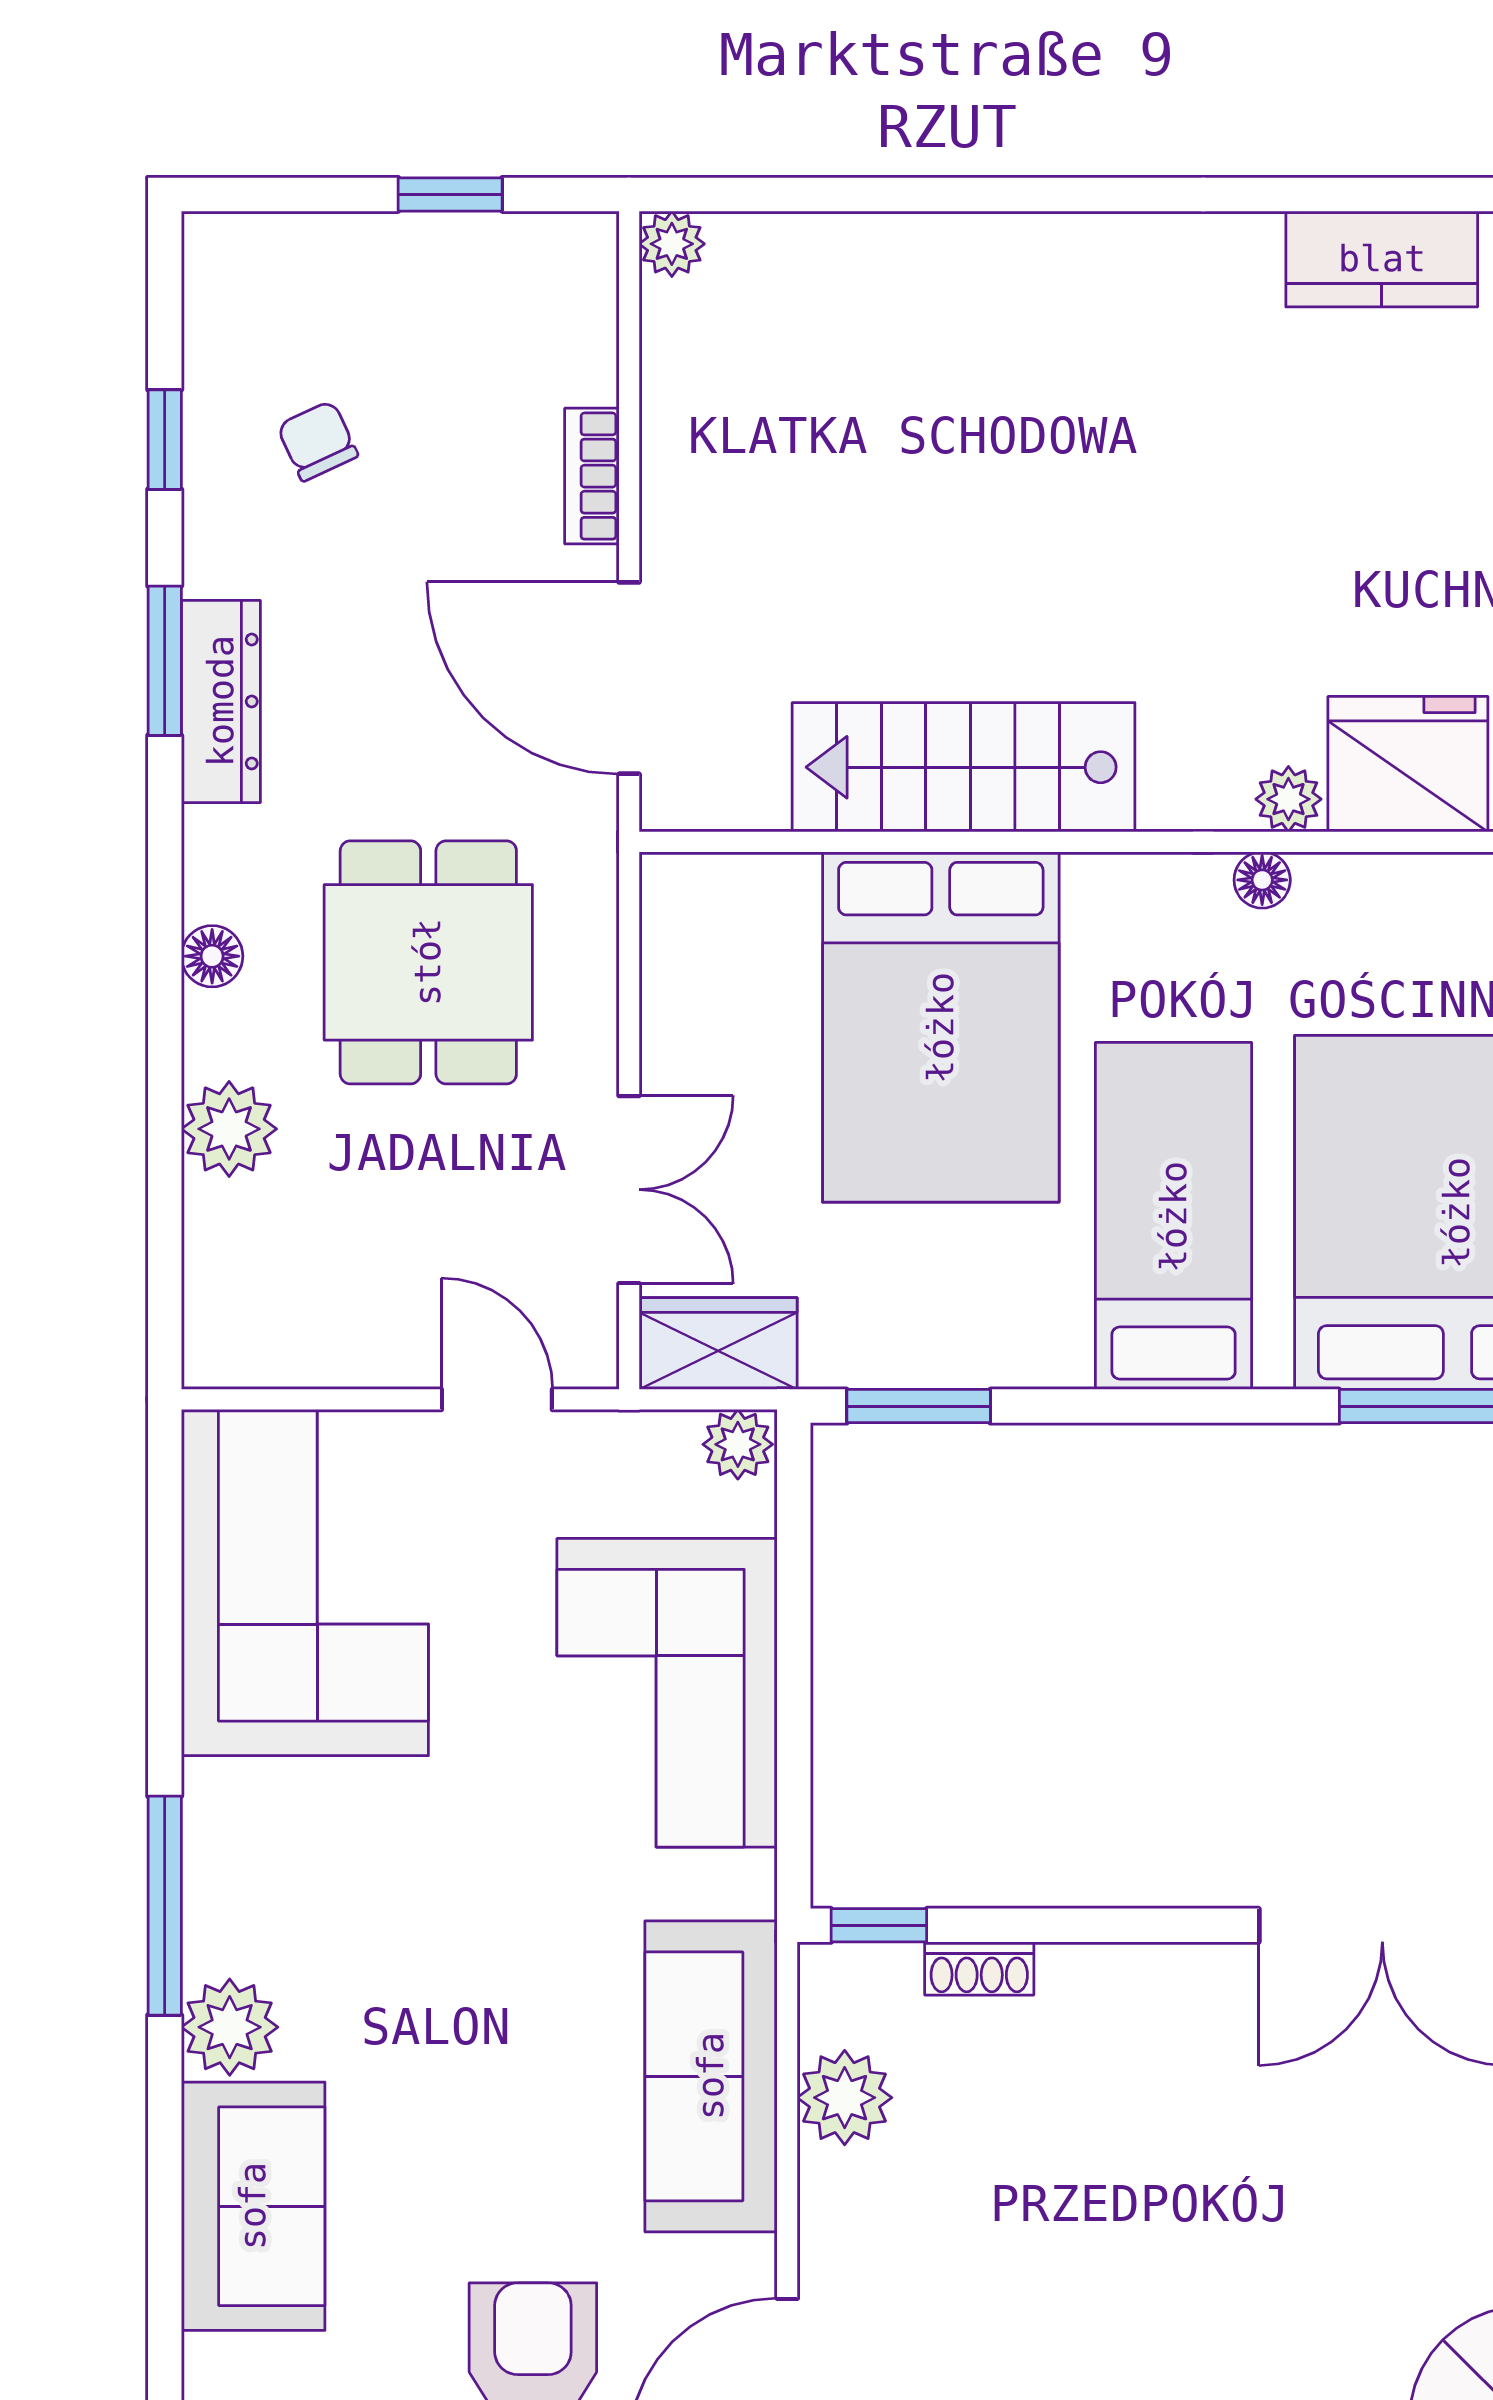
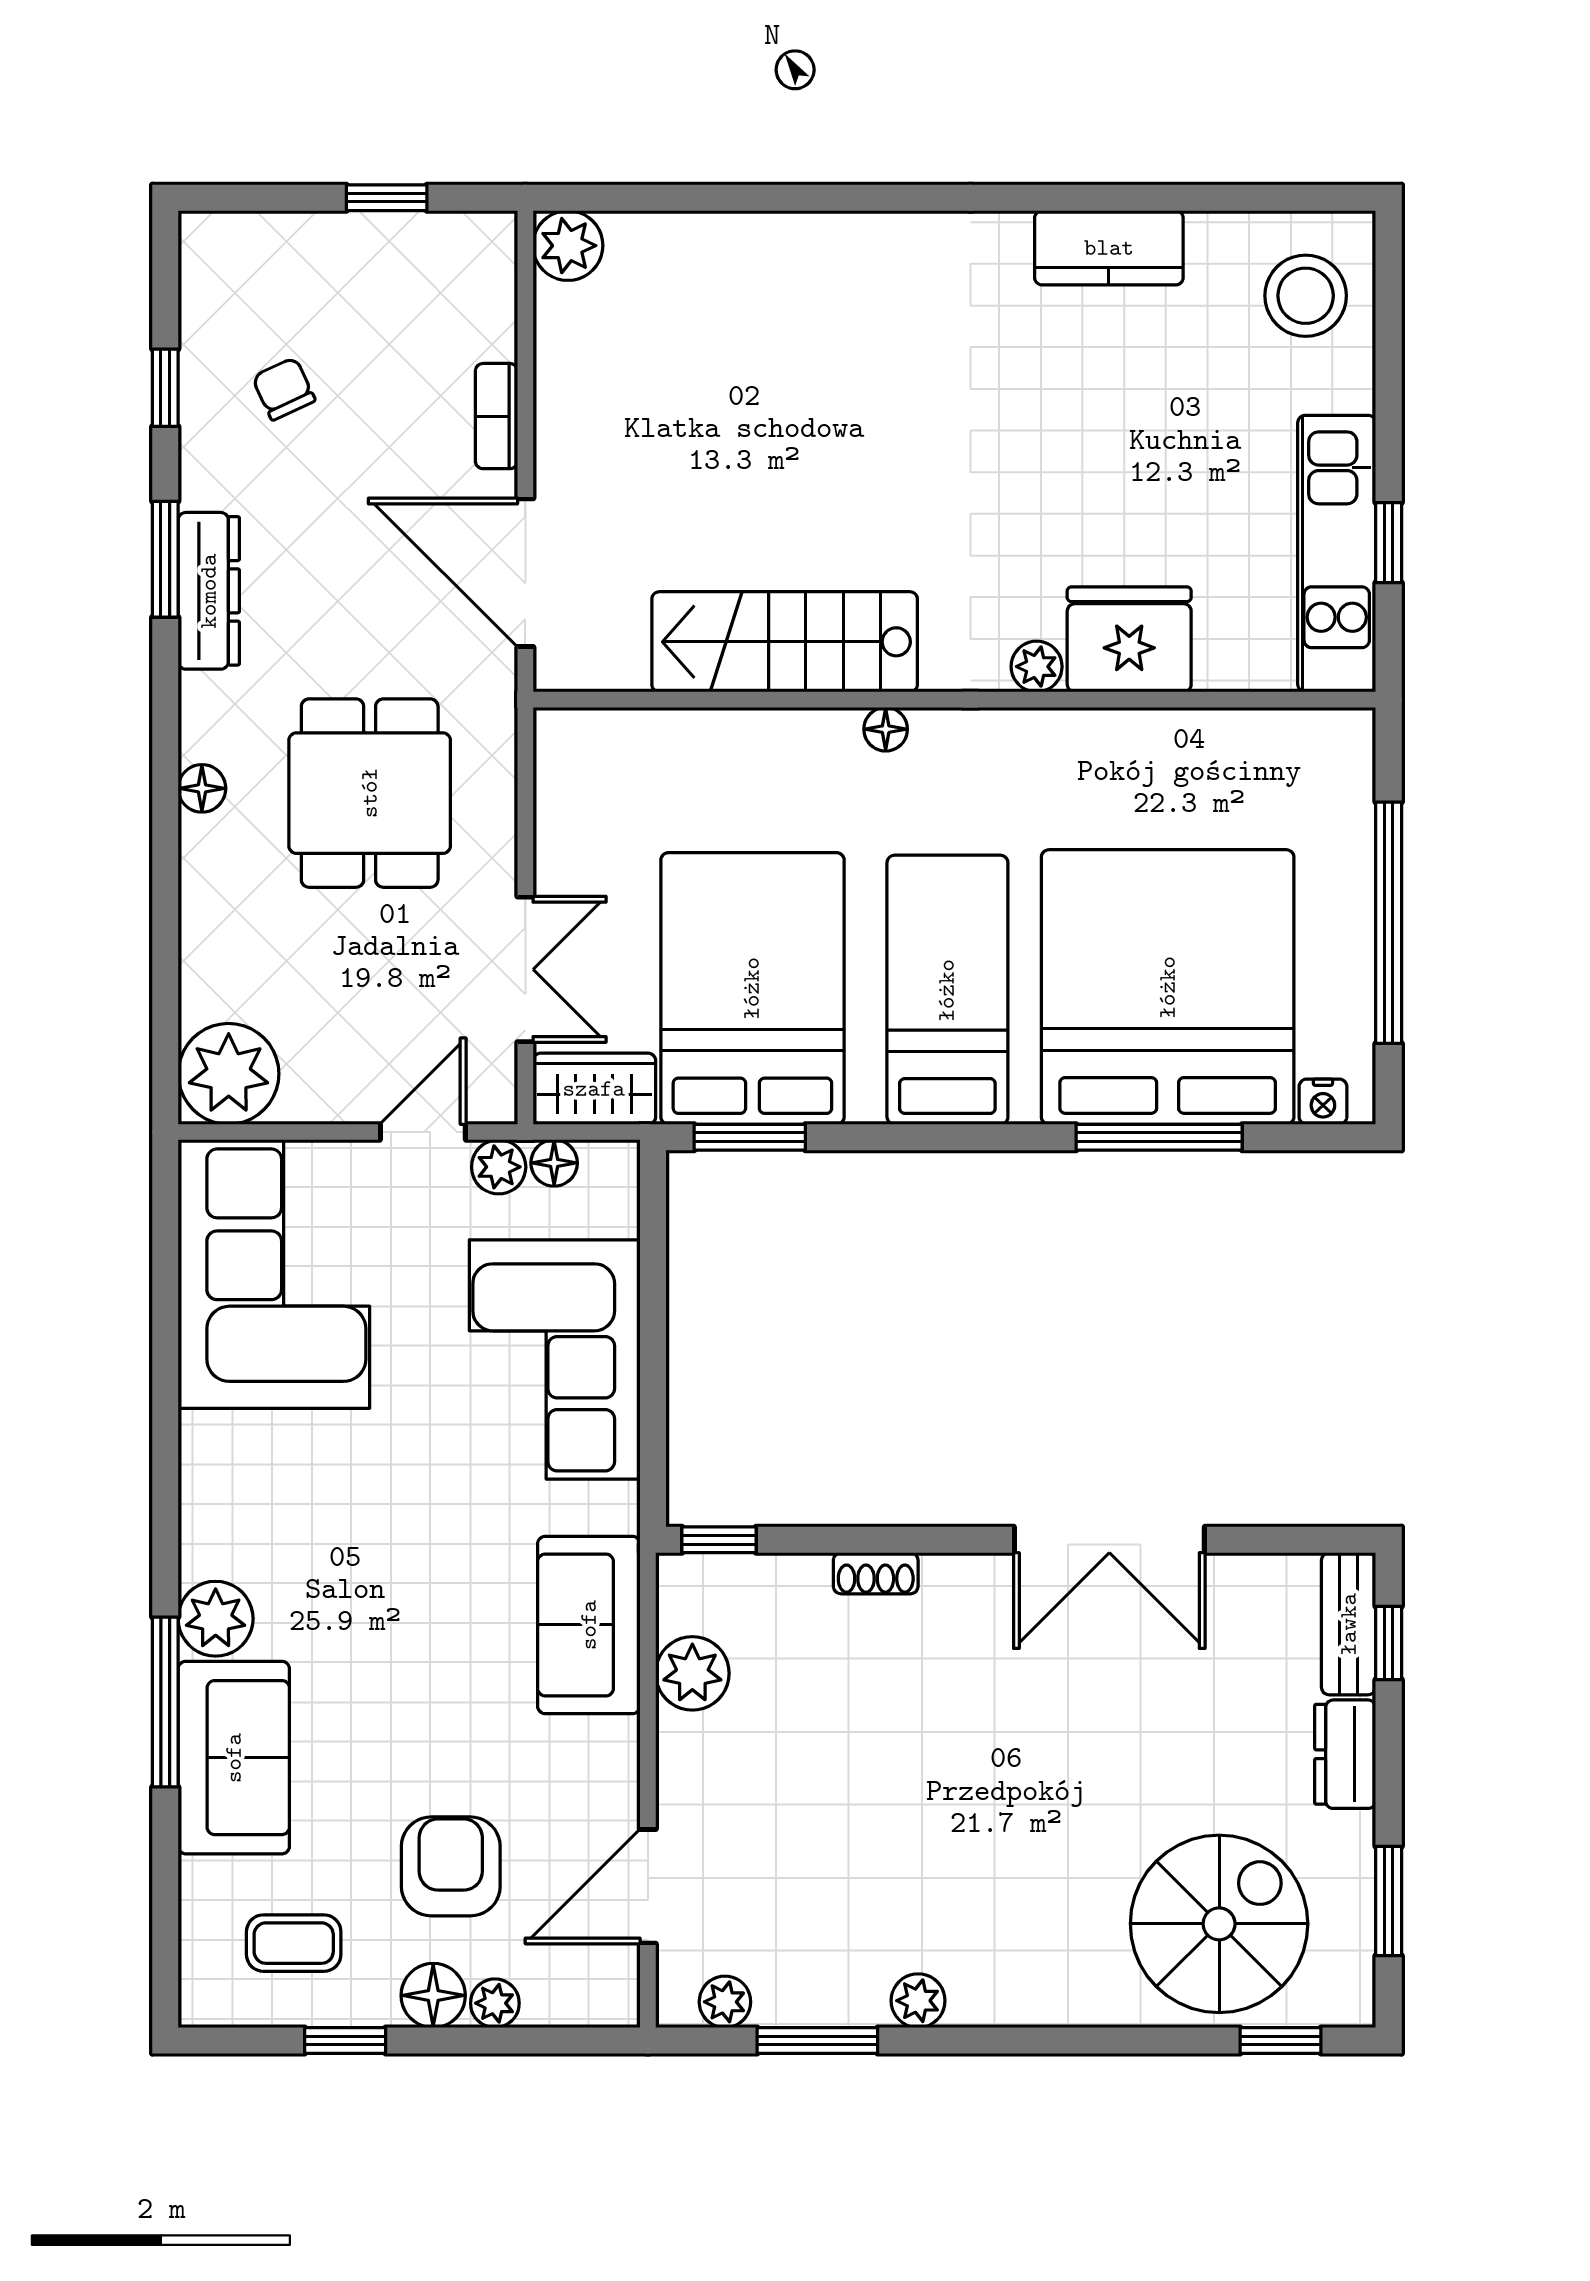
plant: (672, 244) -> (568, 246), width x1.38, depth x1.38
floor lamp: (1262, 880) -> (886, 729), moved
bed: (941, 1027) -> (752, 988), moved, turned 180
plant: (229, 1129) -> (229, 1074), moved, width x1.36, depth x1.36
door: (497, 1399) -> (423, 1132), hinge flipped
floor lamp: (666, 1439) -> (554, 1163), added
plant: (738, 1444) -> (499, 1167), moved
window: (165, 1906) -> (165, 1702), moved
shoe rack: (979, 1969) -> (876, 1573), moved
sofa: (711, 2076) -> (589, 1625), width x0.73

